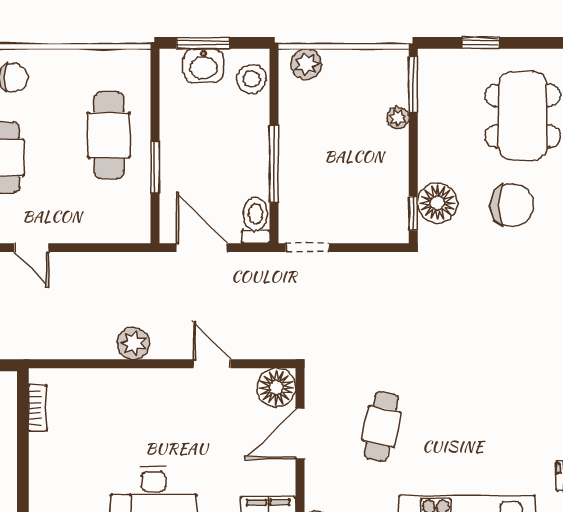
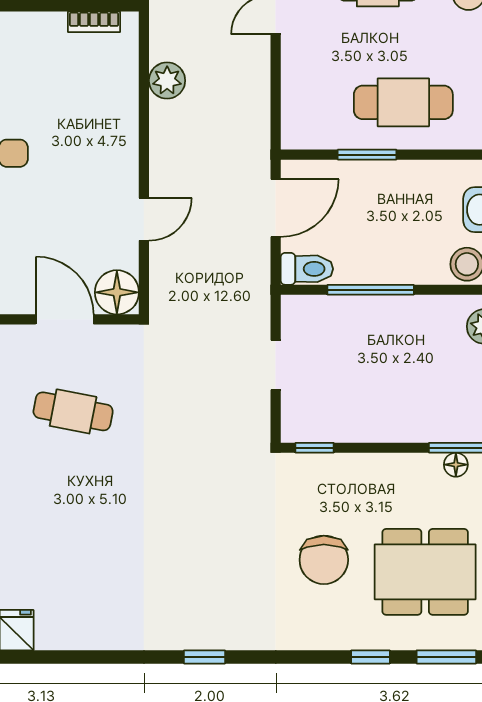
plant: (398, 118) -> (423, 430), removed
floor lamp: (438, 203) -> (456, 465), moved, width x0.53, depth x0.53
doorway: (308, 248) -> (276, 365), moved
plant: (133, 343) -> (167, 81), moved

